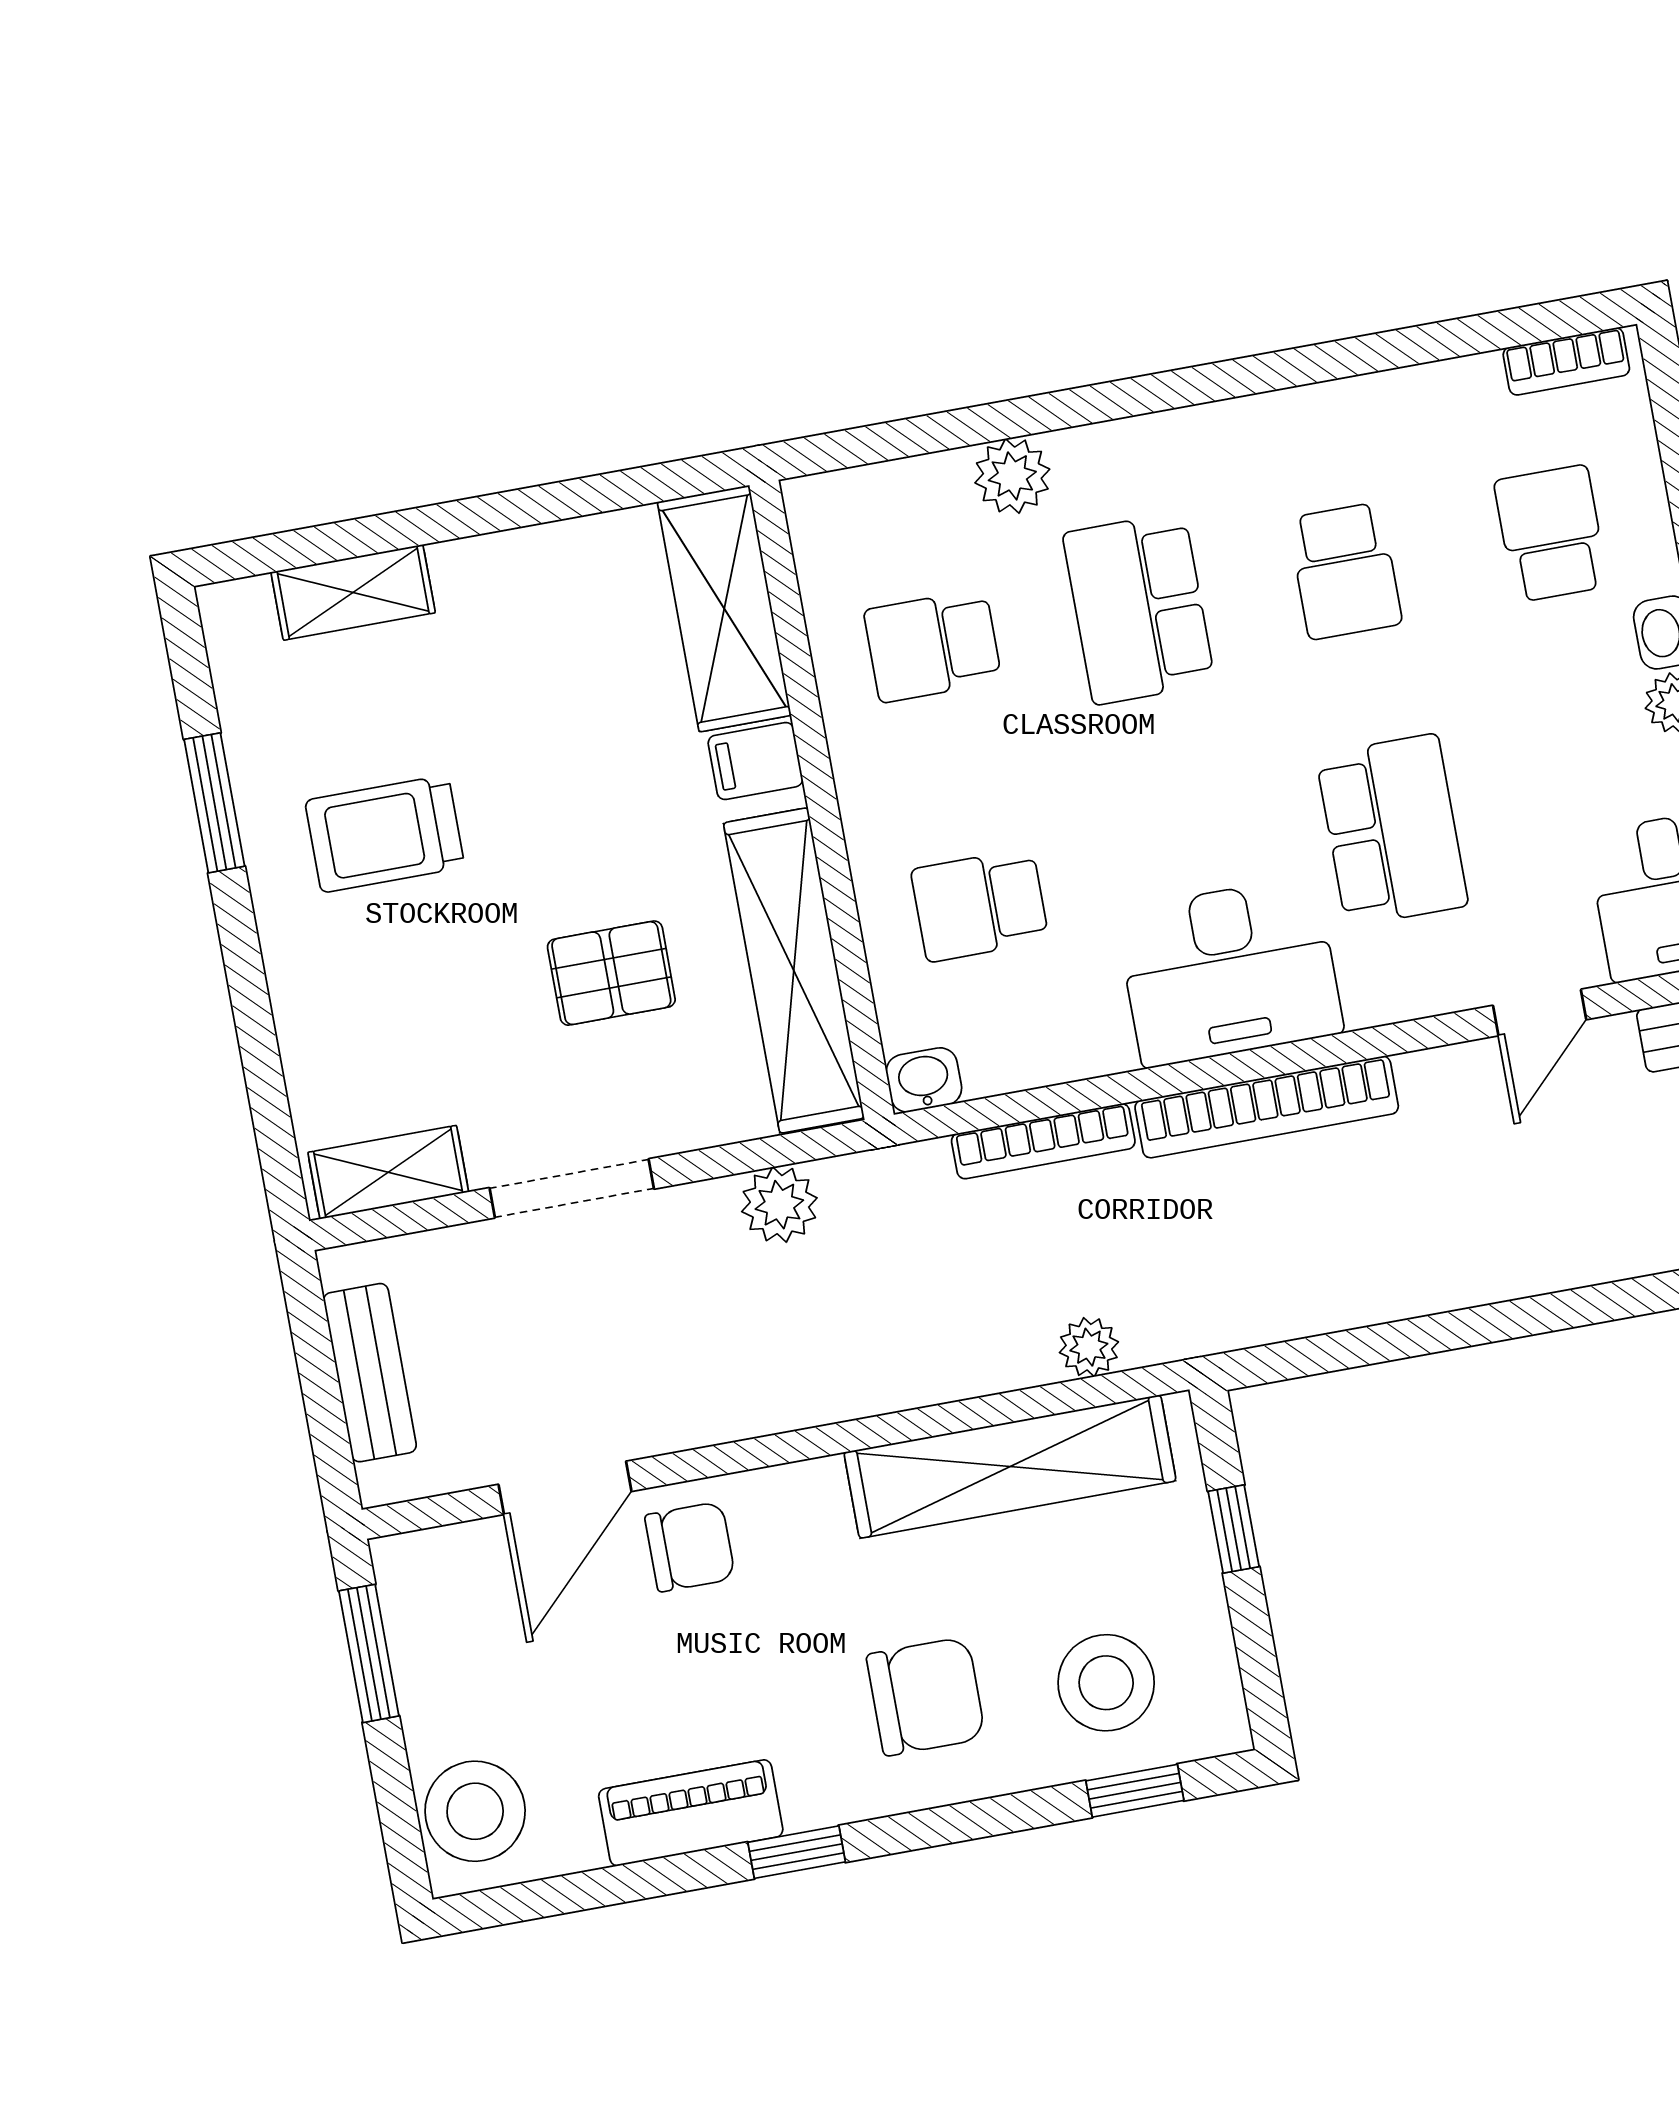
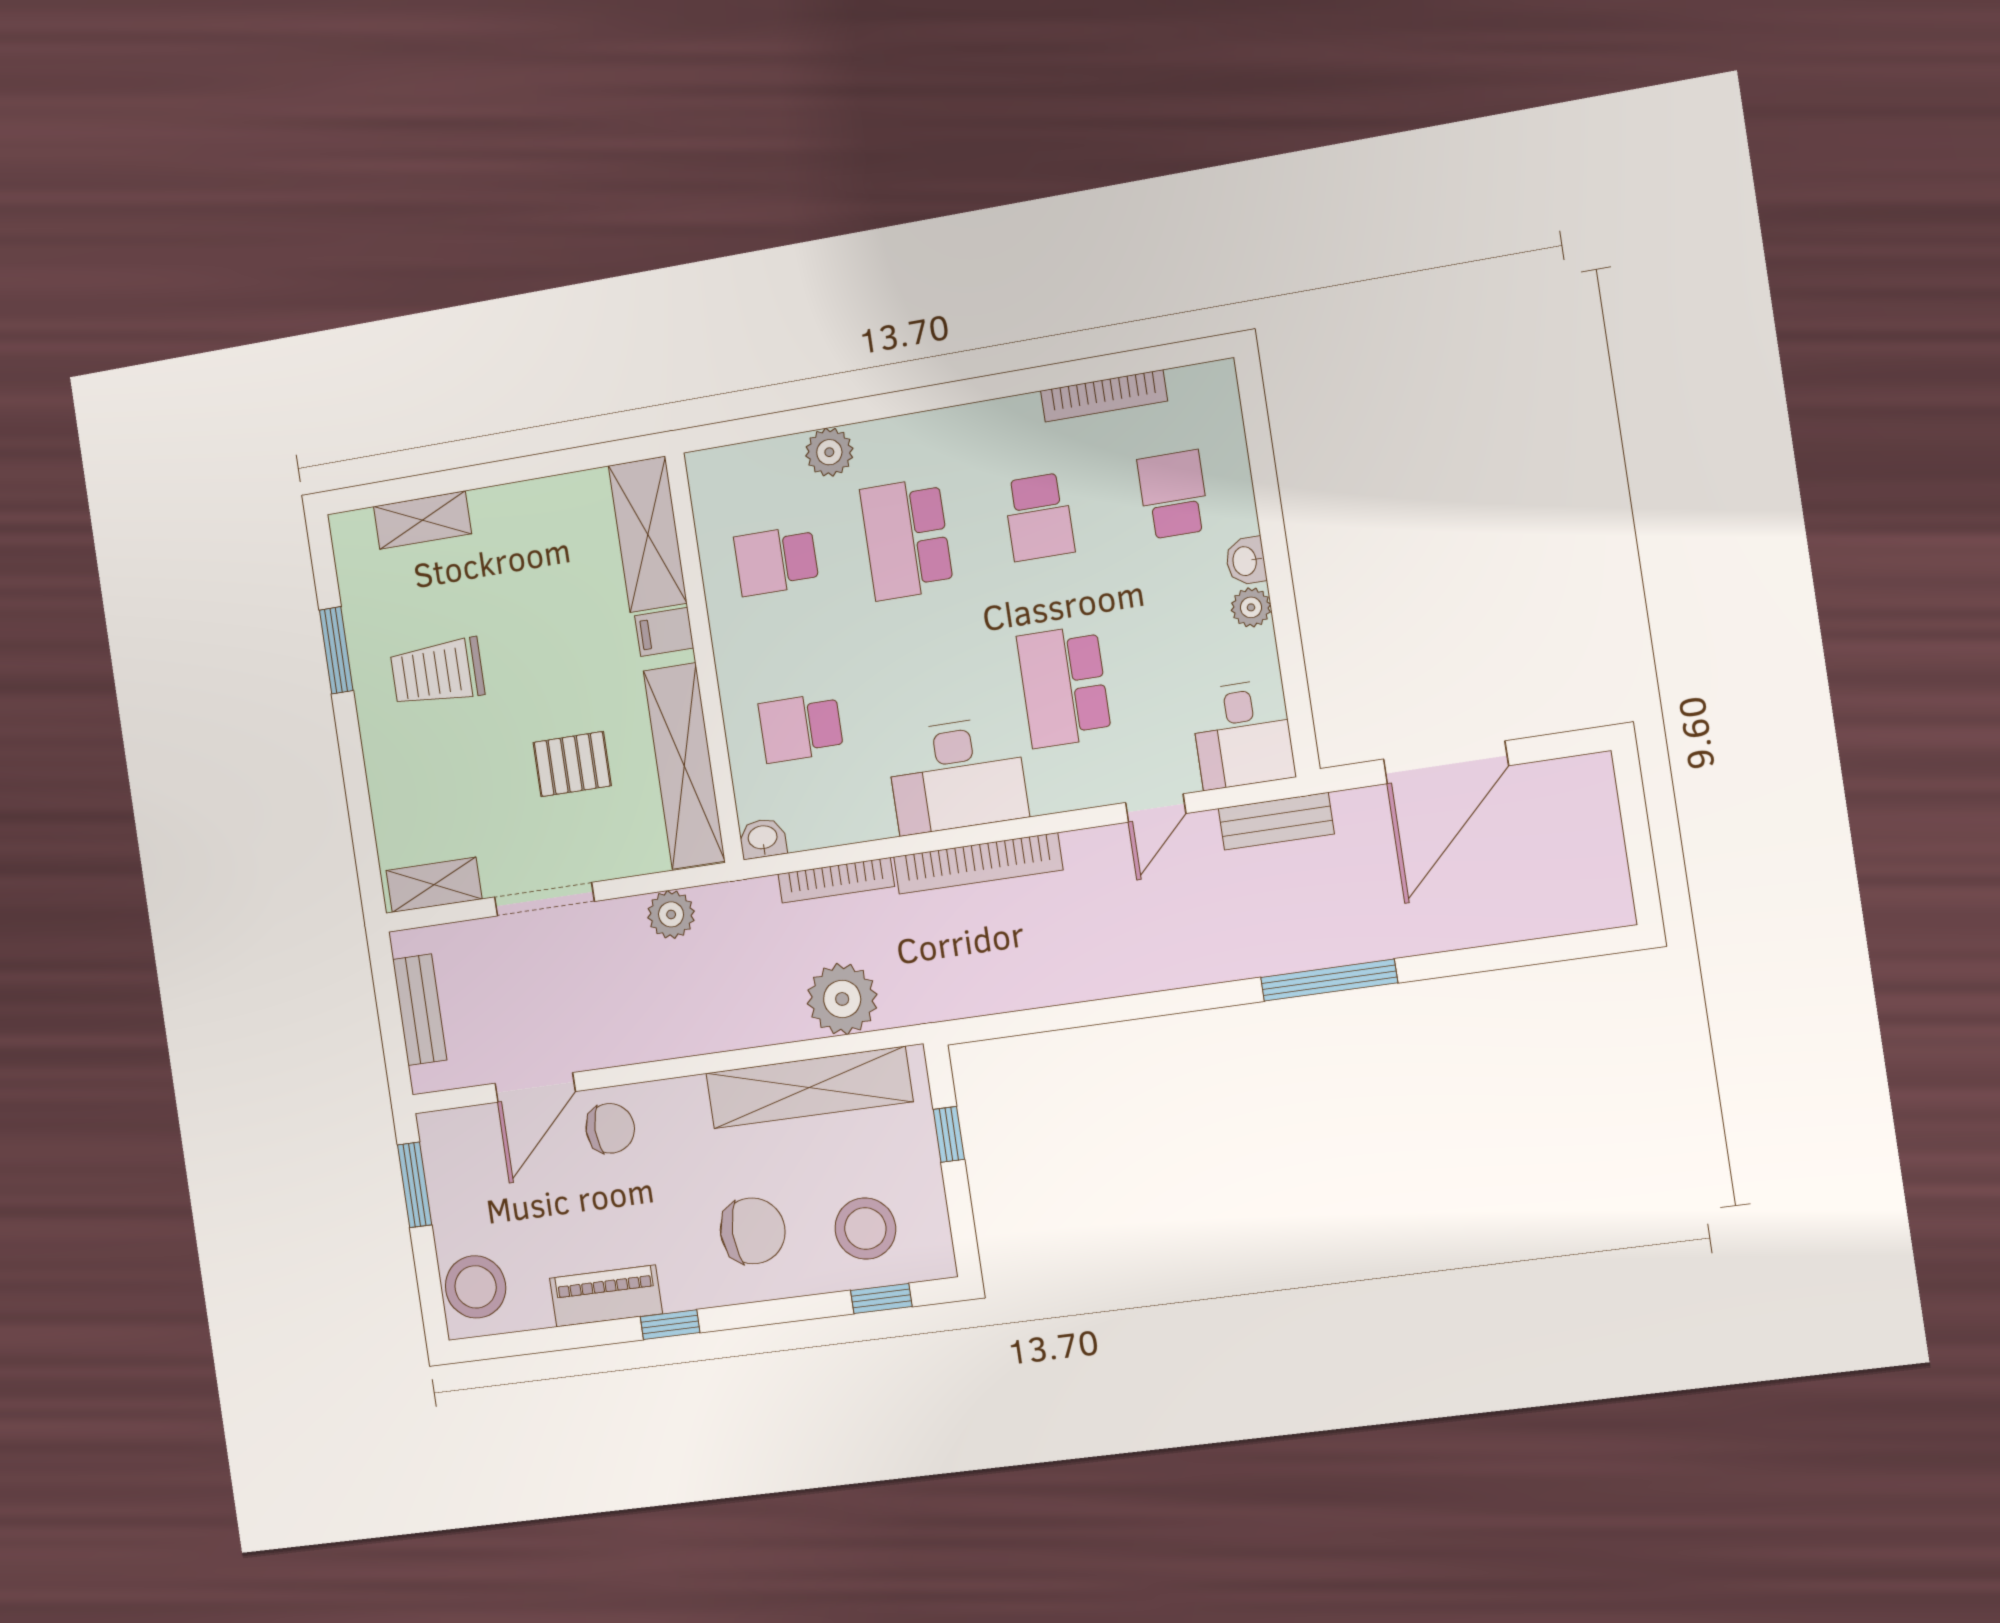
bookcase: (1566, 361) -> (1104, 396), moved, width x1.56
school desk: (1392, 830) -> (1064, 686), turned 180
plant: (1089, 1347) -> (842, 999), width x1.87, depth x1.87

